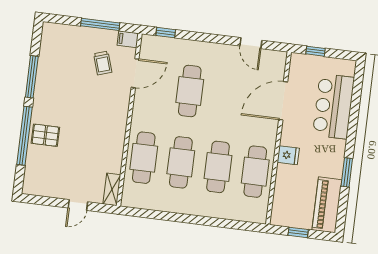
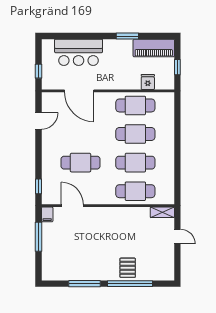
trolley: (103, 63) -> (67, 231), removed
fridge: (288, 155) -> (148, 82), moved

